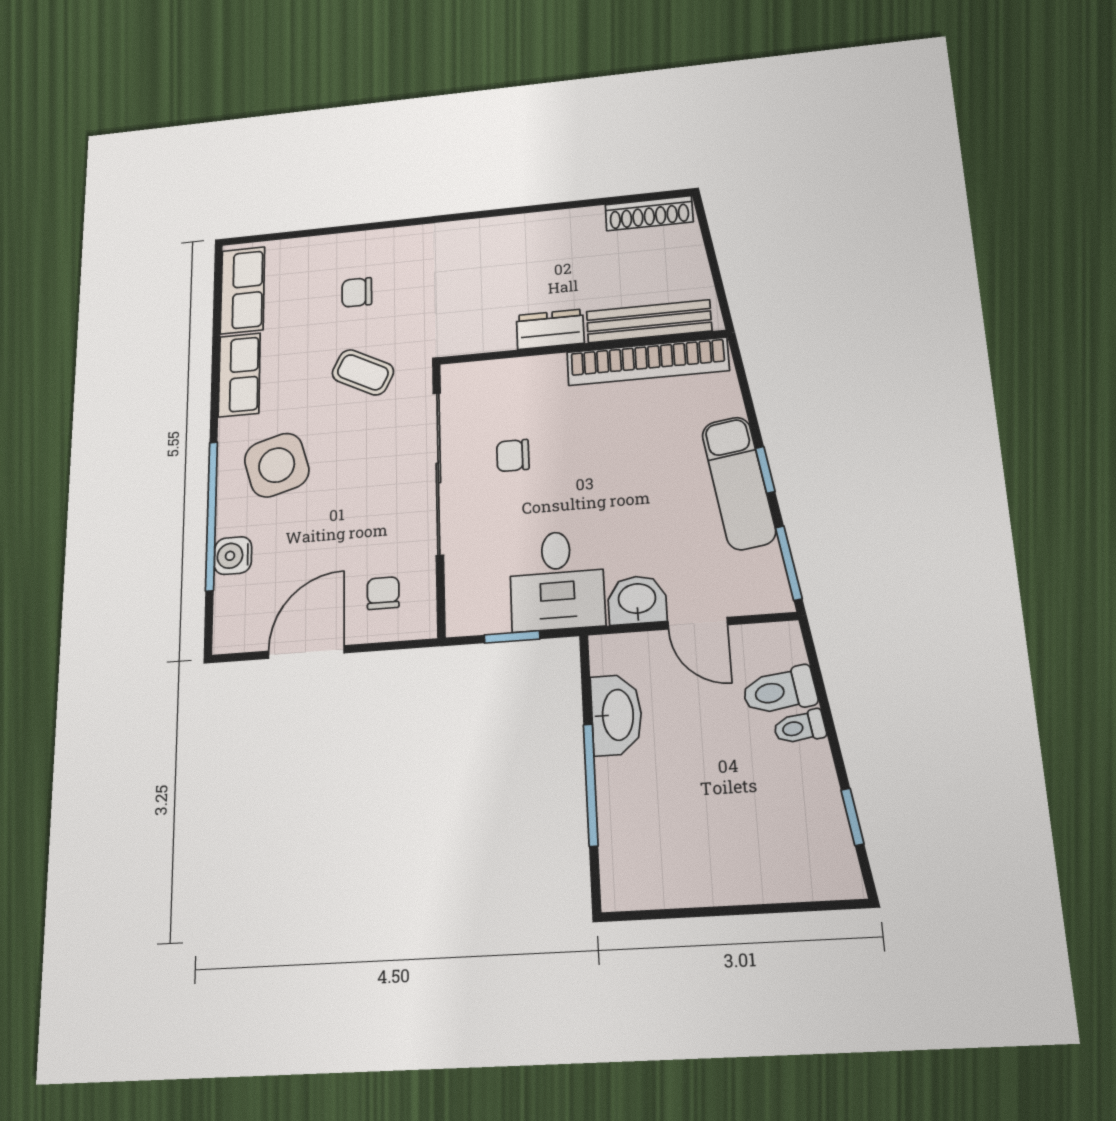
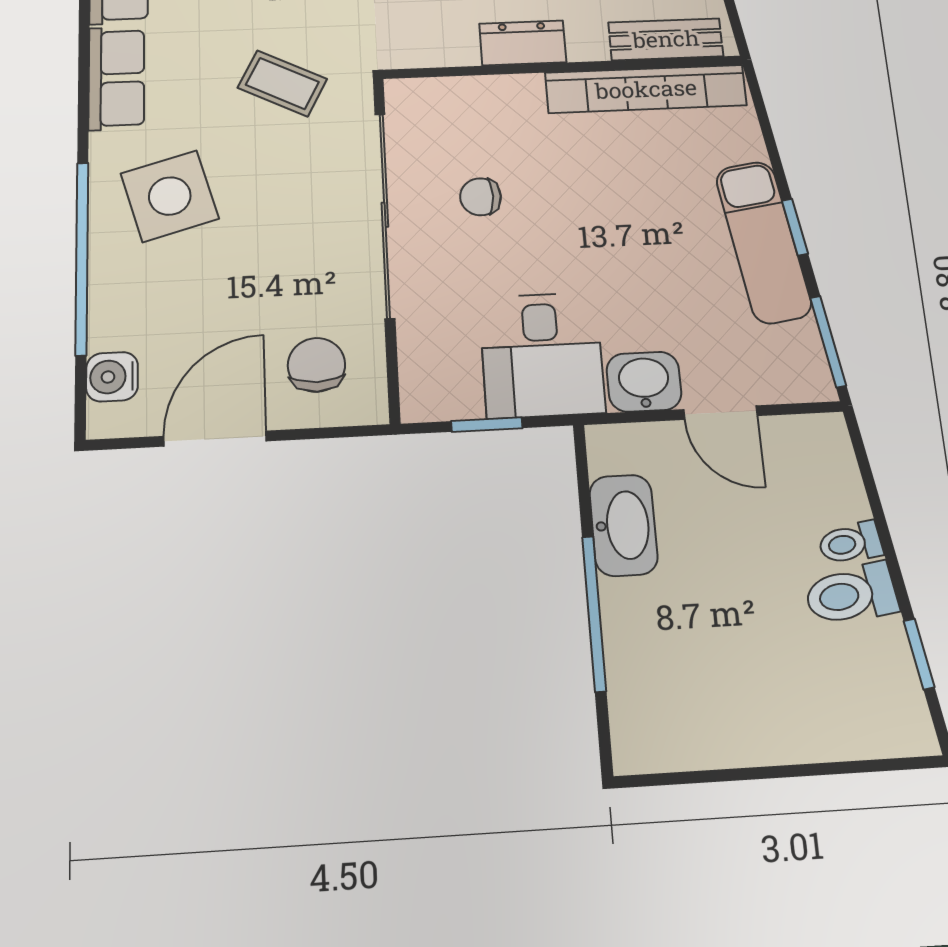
bench: (649, 321) -> (666, 39), width x0.73
water cooler: (233, 556) -> (112, 377), moved
chair: (383, 593) -> (316, 365), width x1.37, depth x1.37
toilet: (779, 691) -> (851, 594), moved

